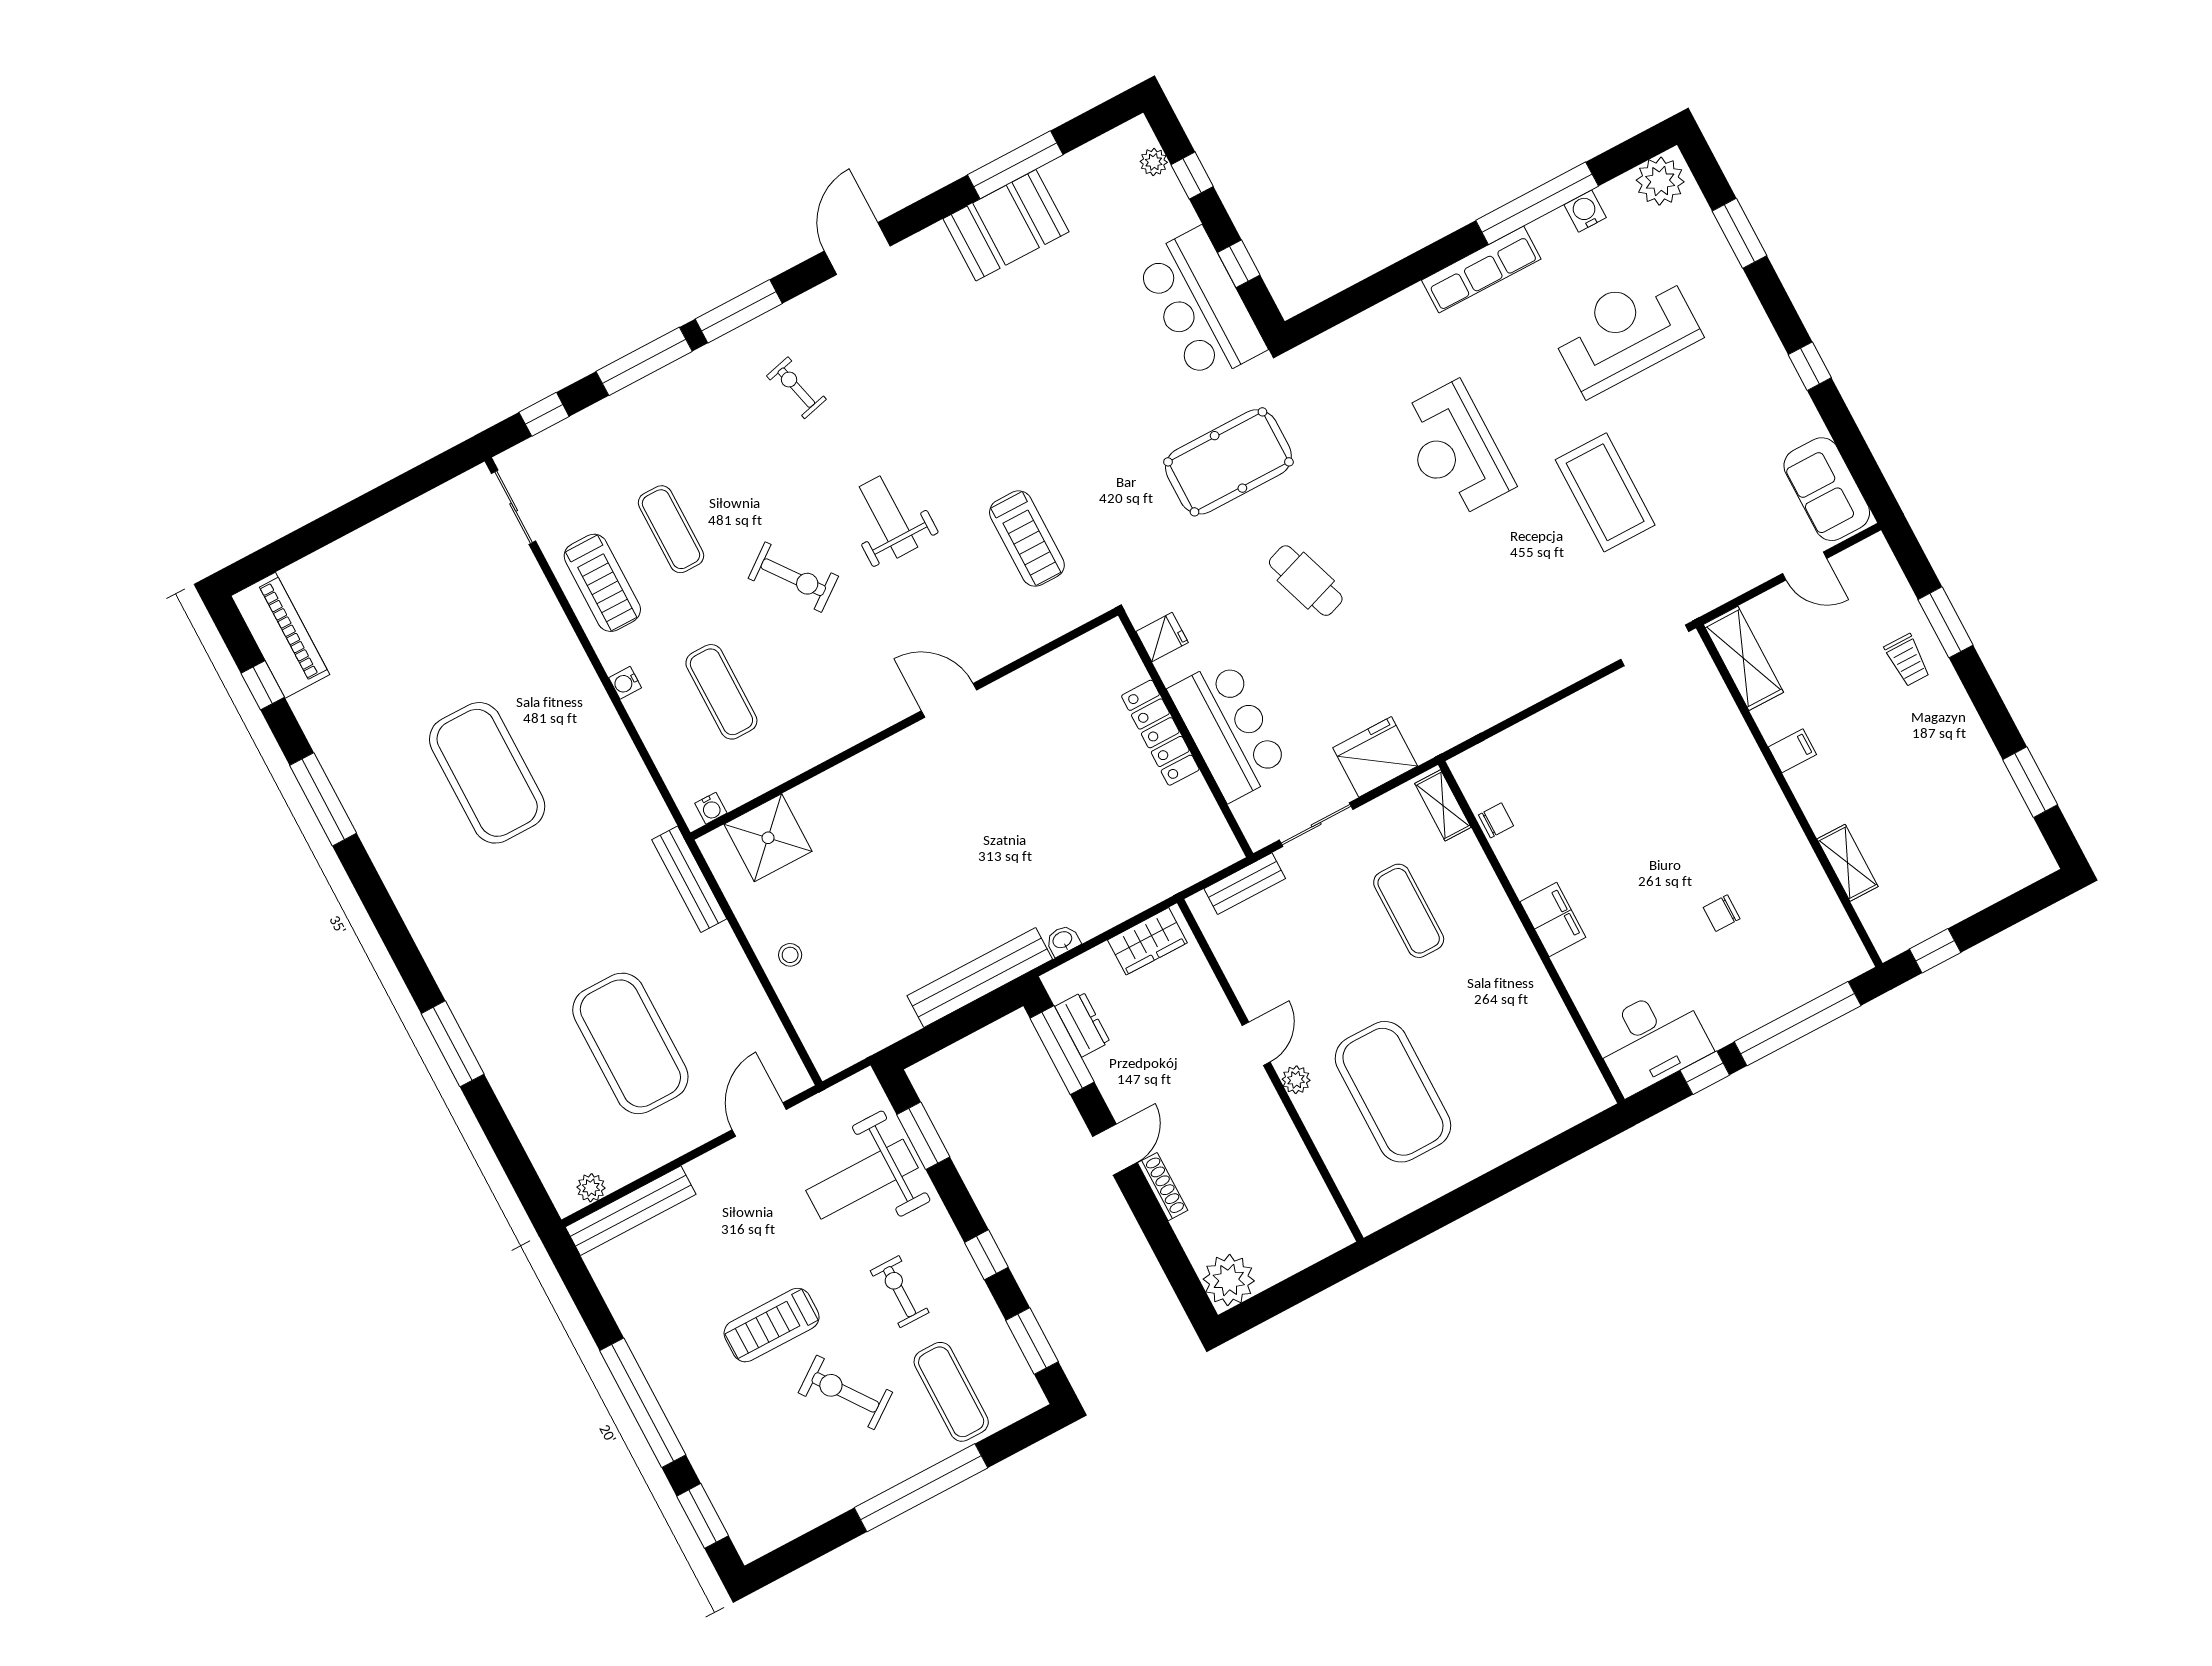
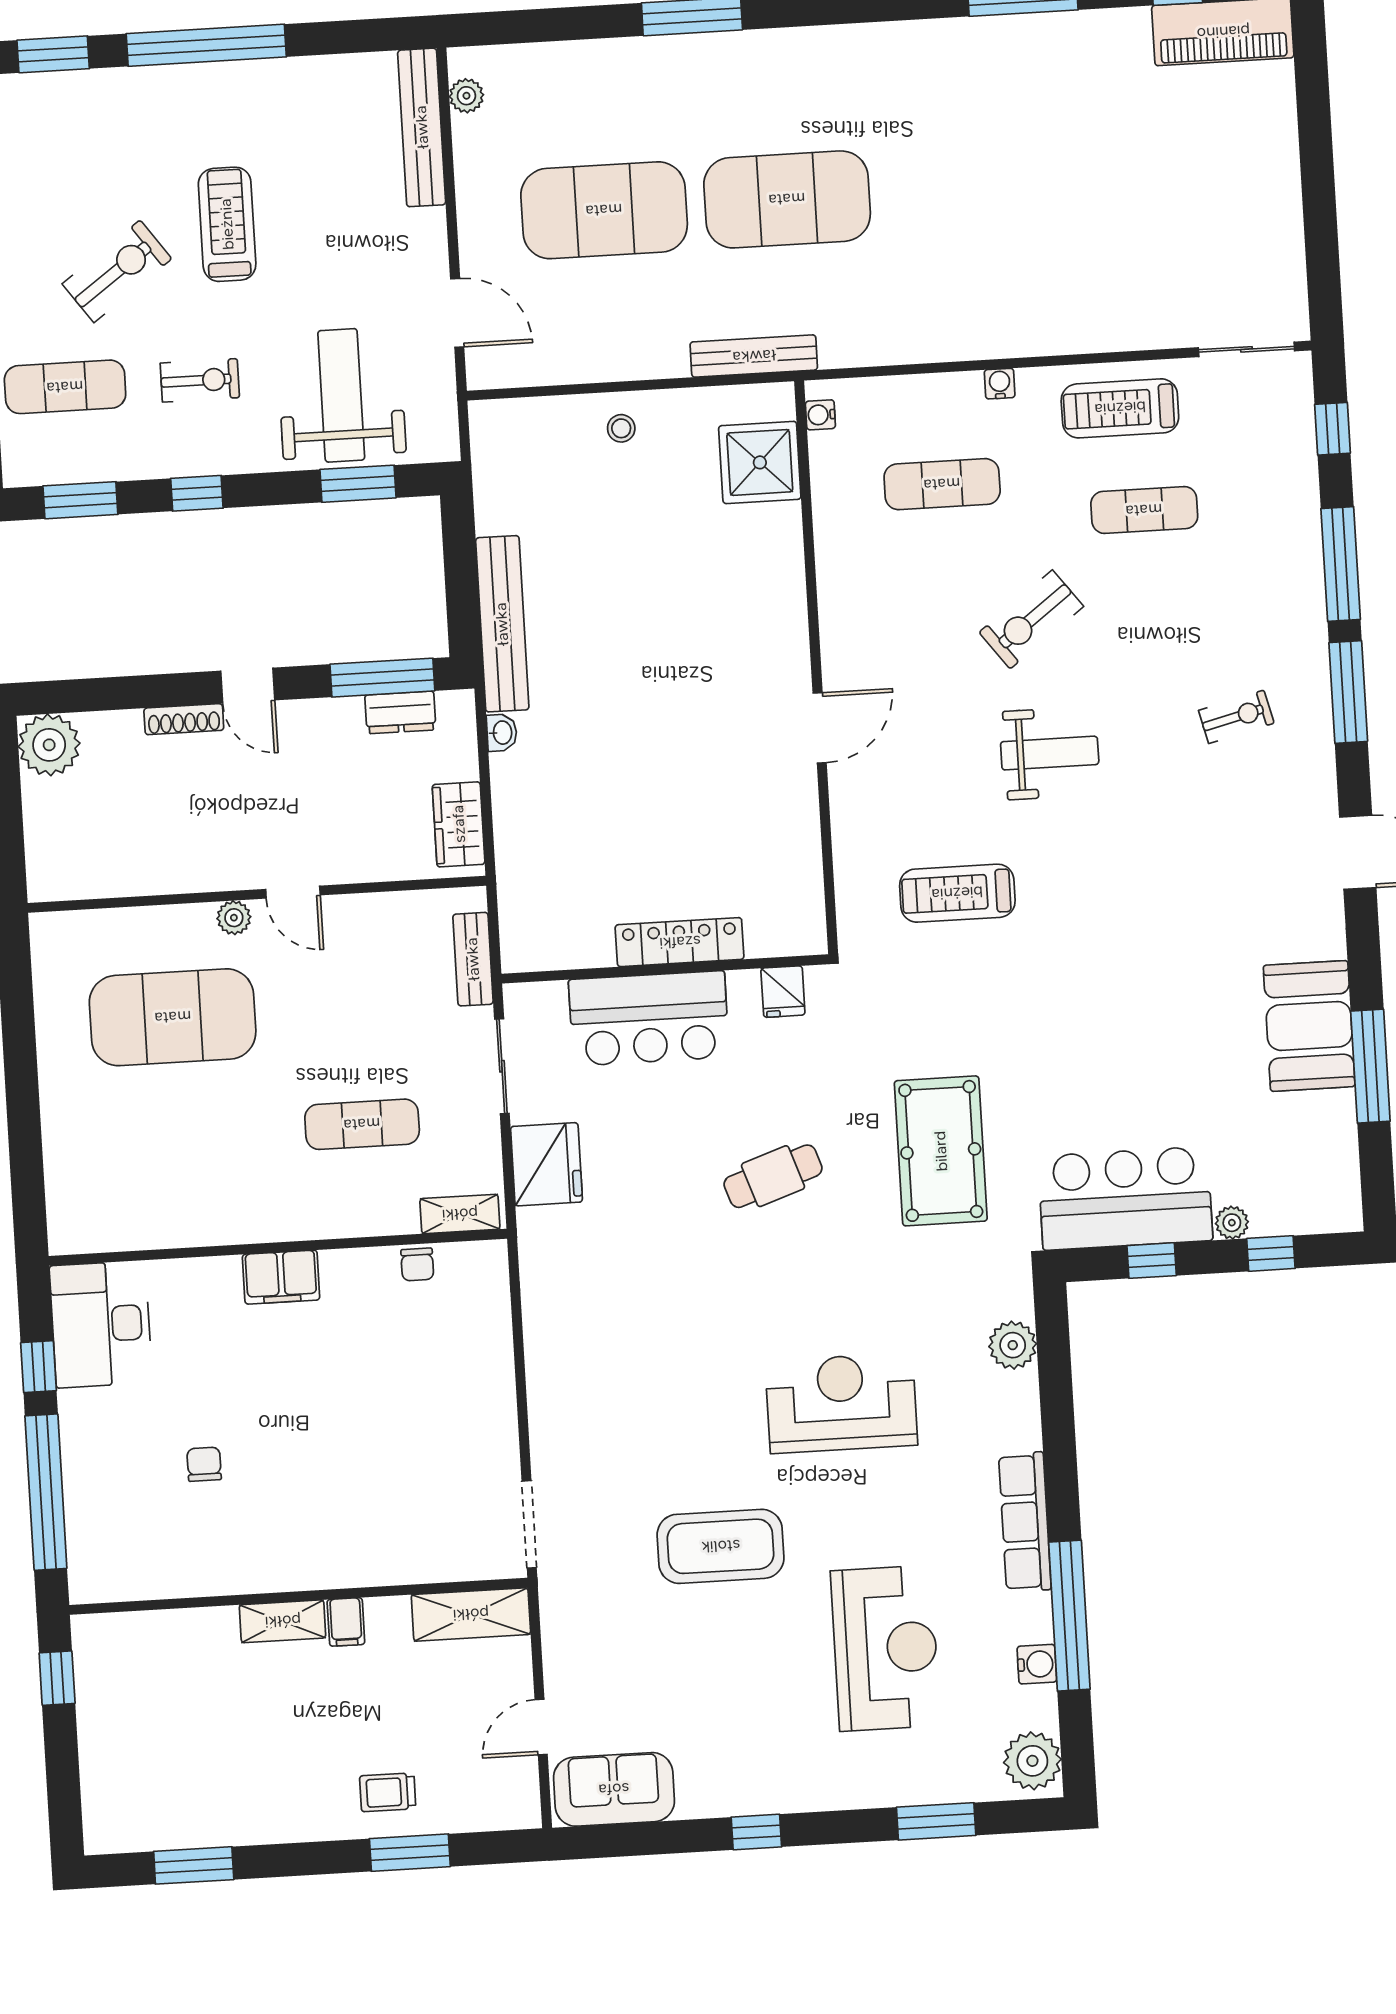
plant: (1154, 162) -> (1232, 1223), moved
plant: (1351, 340) -> (1013, 1345), added
exercise mat: (487, 773) -> (787, 199), moved
shelving: (1848, 863) -> (283, 1621), moved

